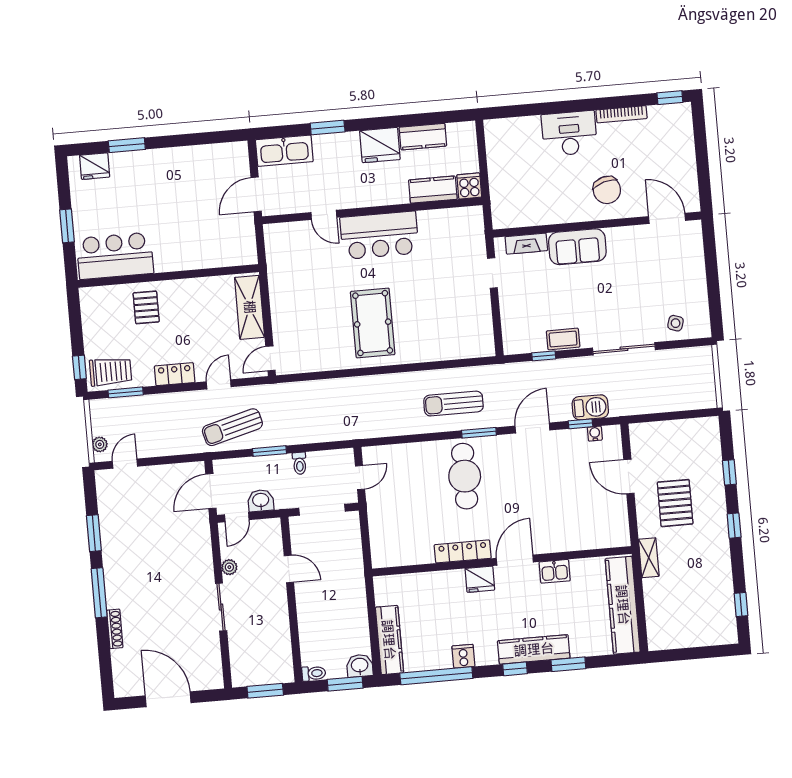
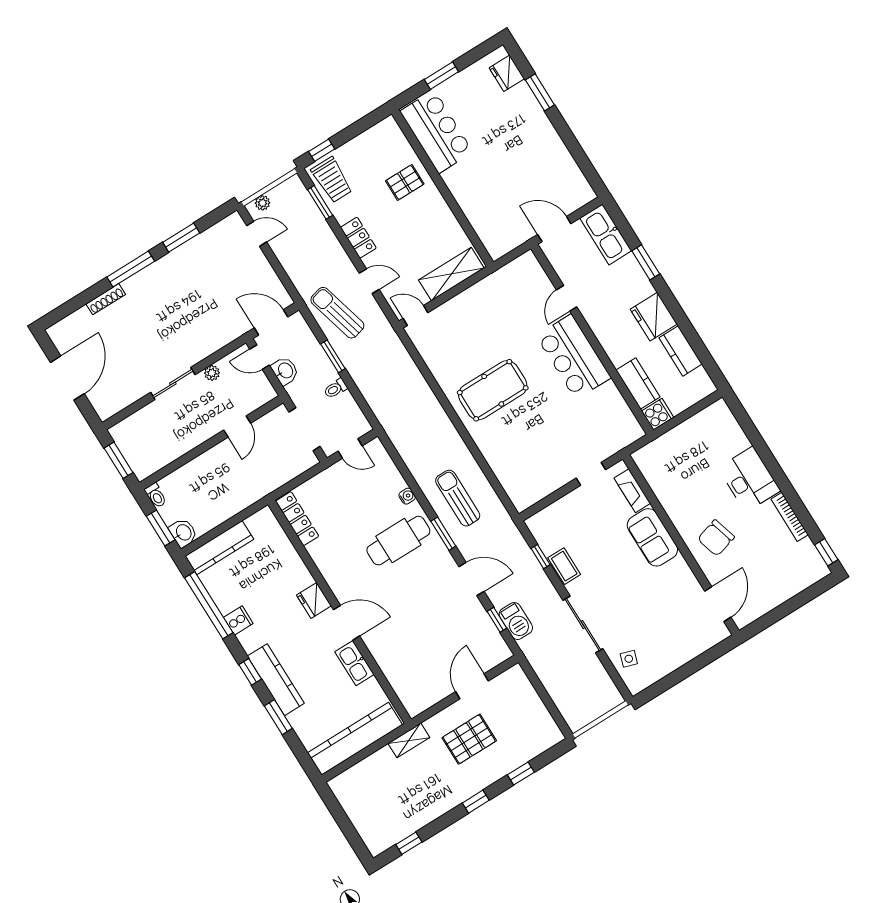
water cooler: (595, 434) -> (407, 496), moved
locker: (463, 551) -> (297, 519), moved
kitchen sink: (555, 571) -> (354, 663), width x1.38

